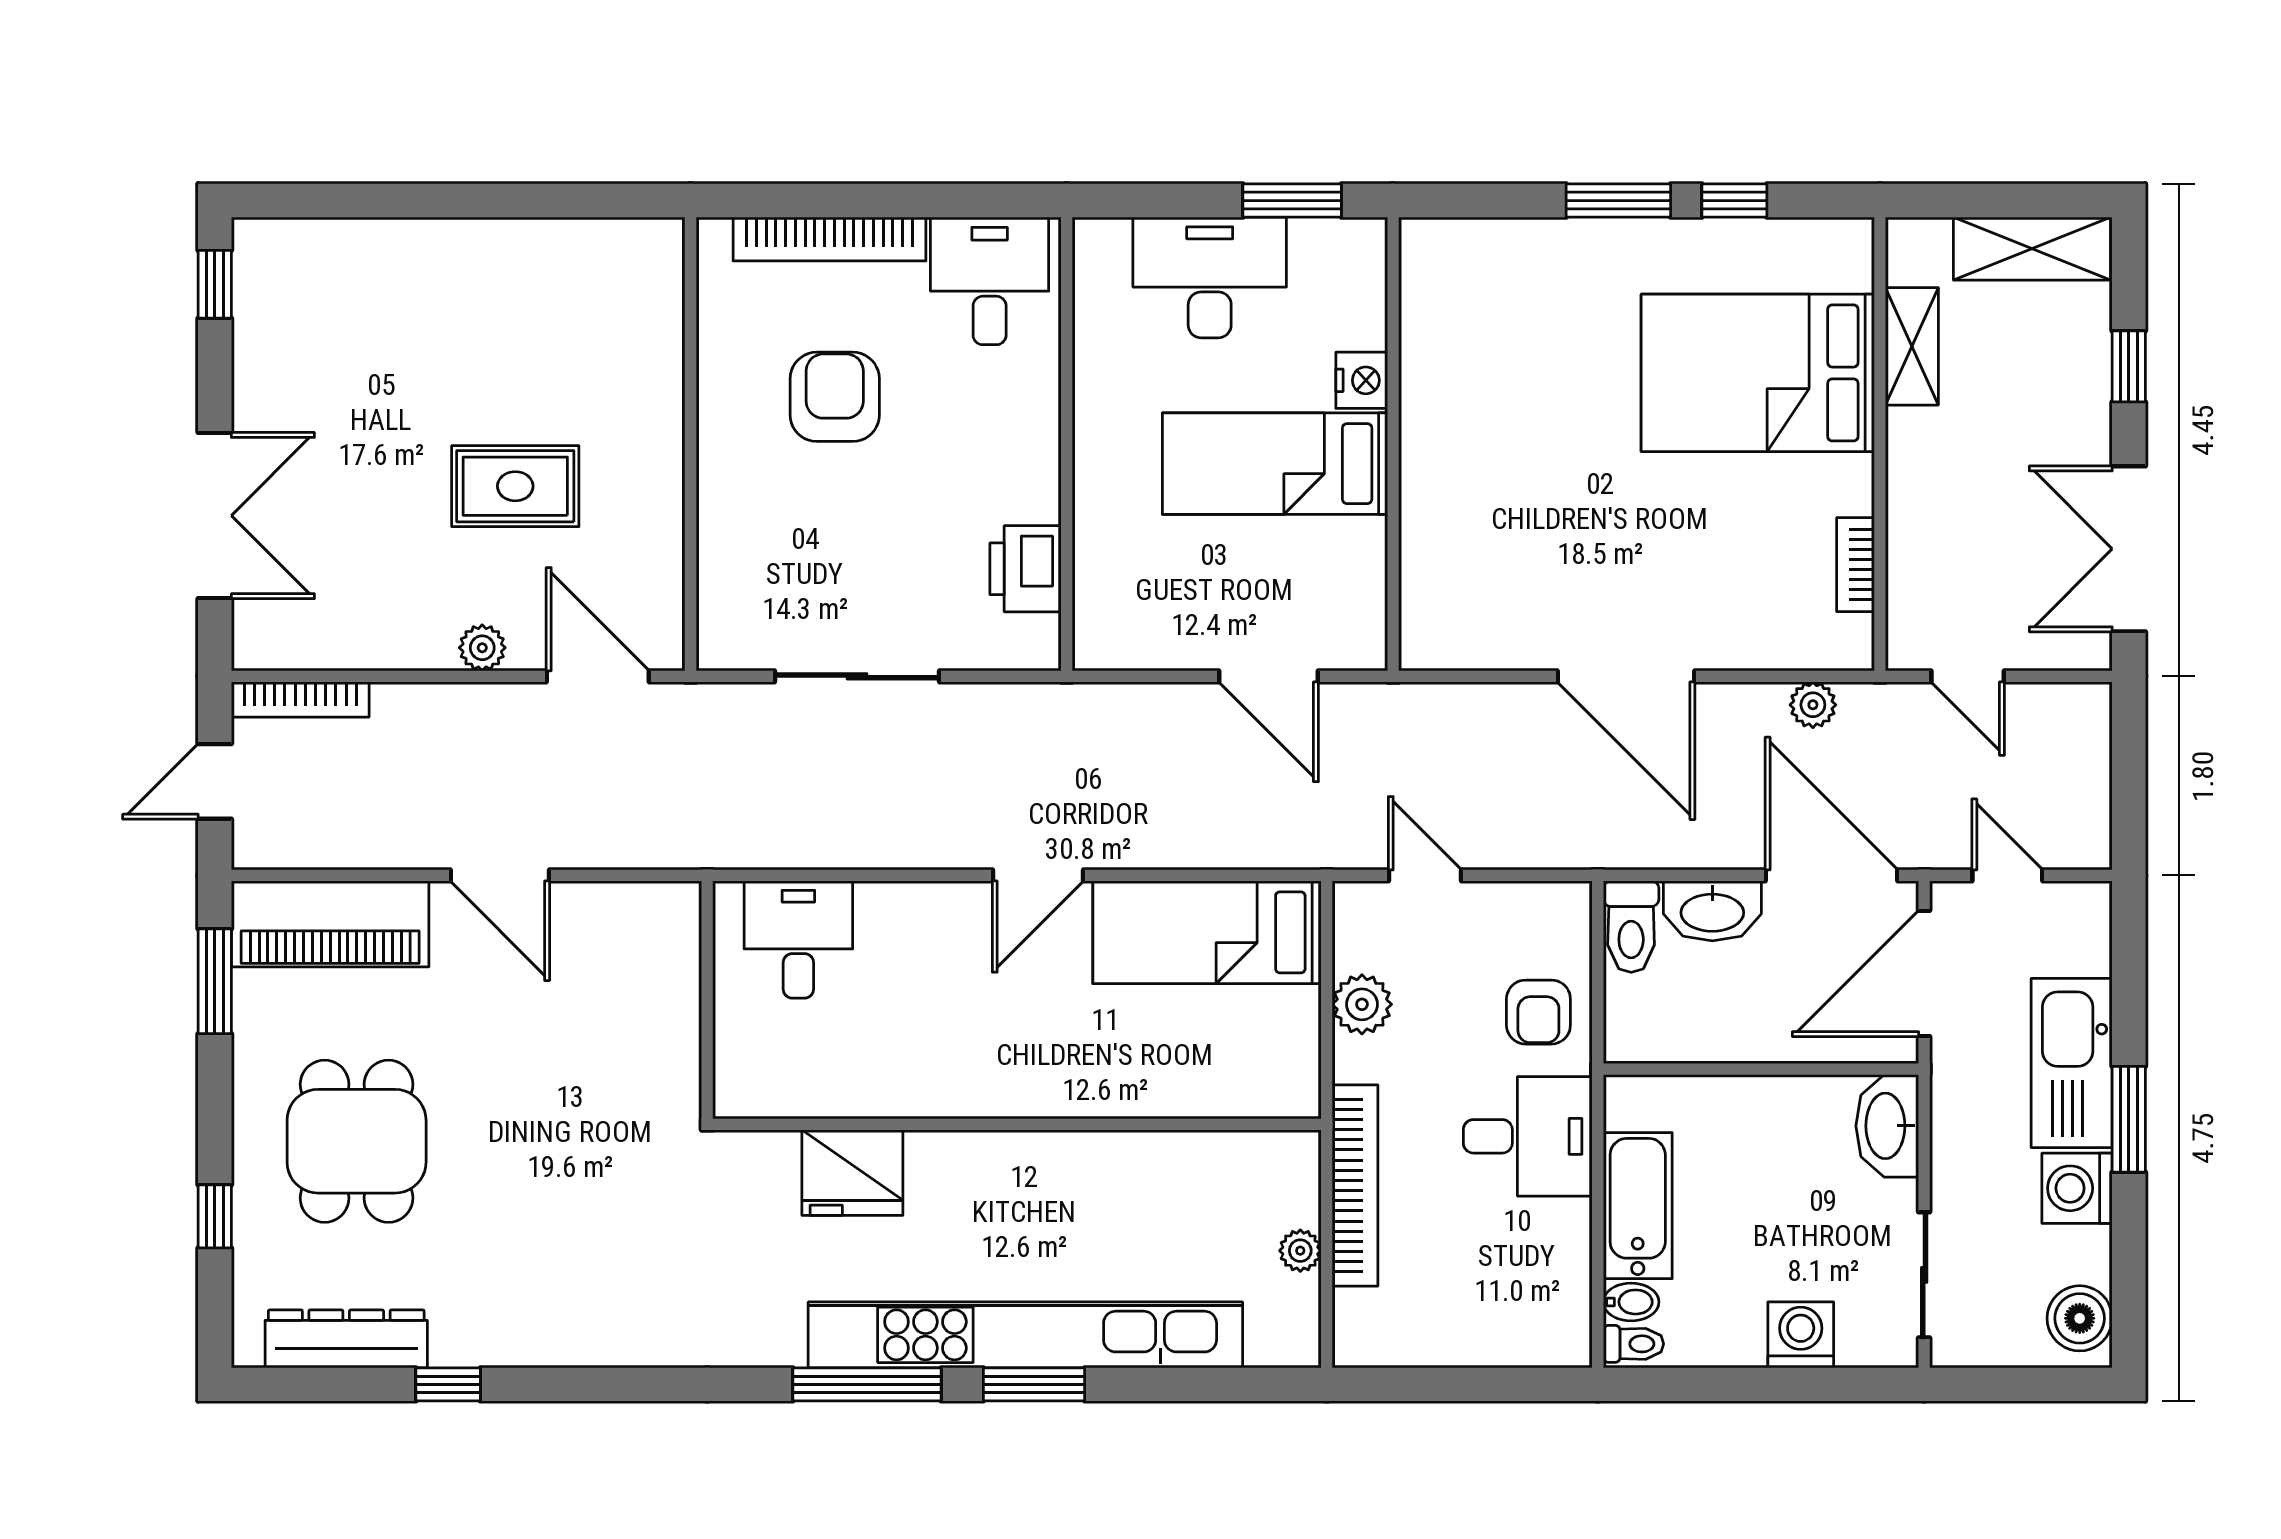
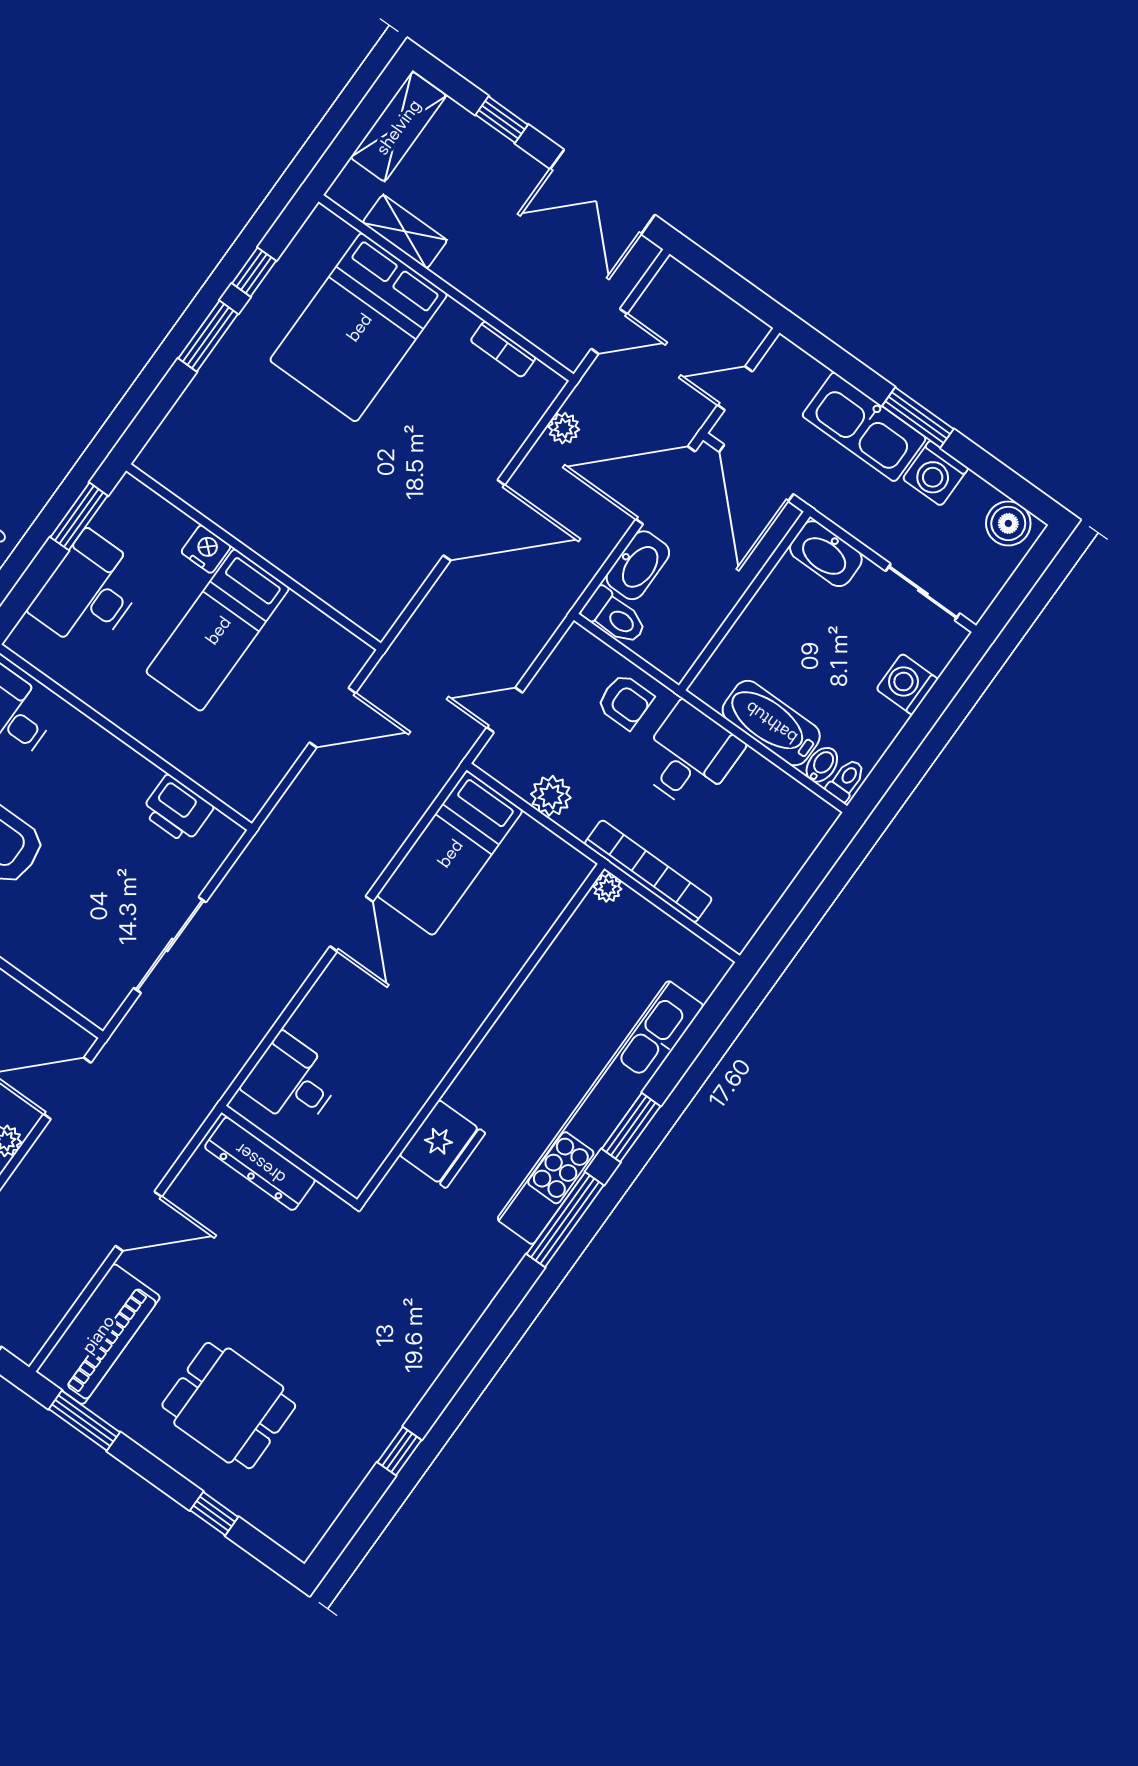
plant: (1300, 1251) -> (607, 888), moved
dresser: (346, 1339) -> (260, 1164), moved, turned -90

